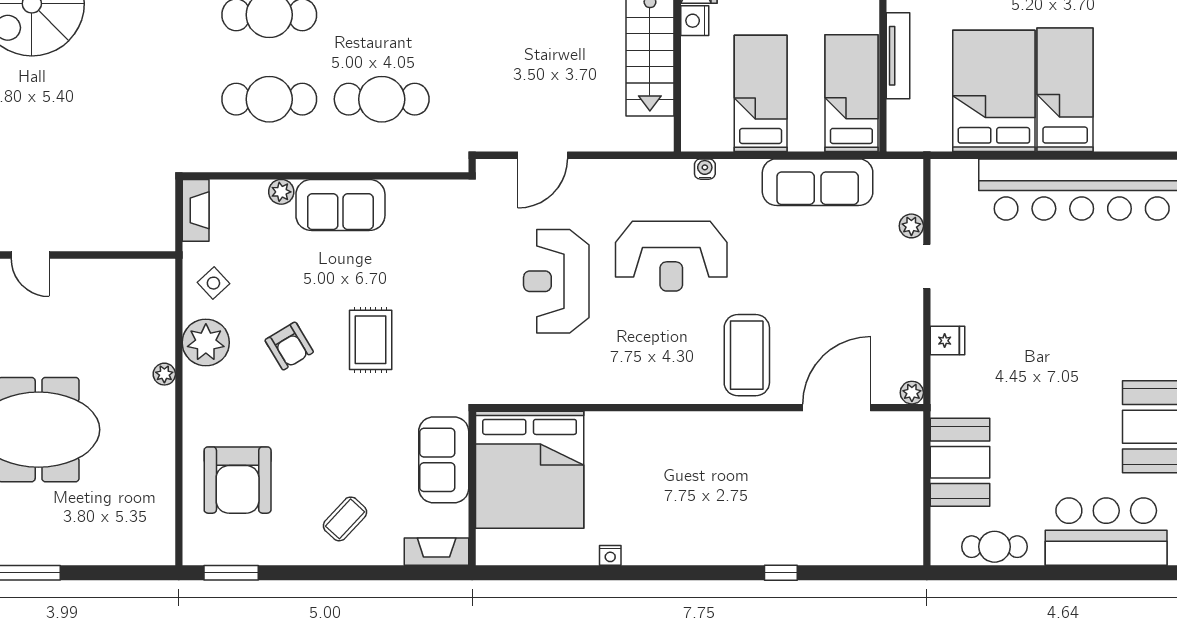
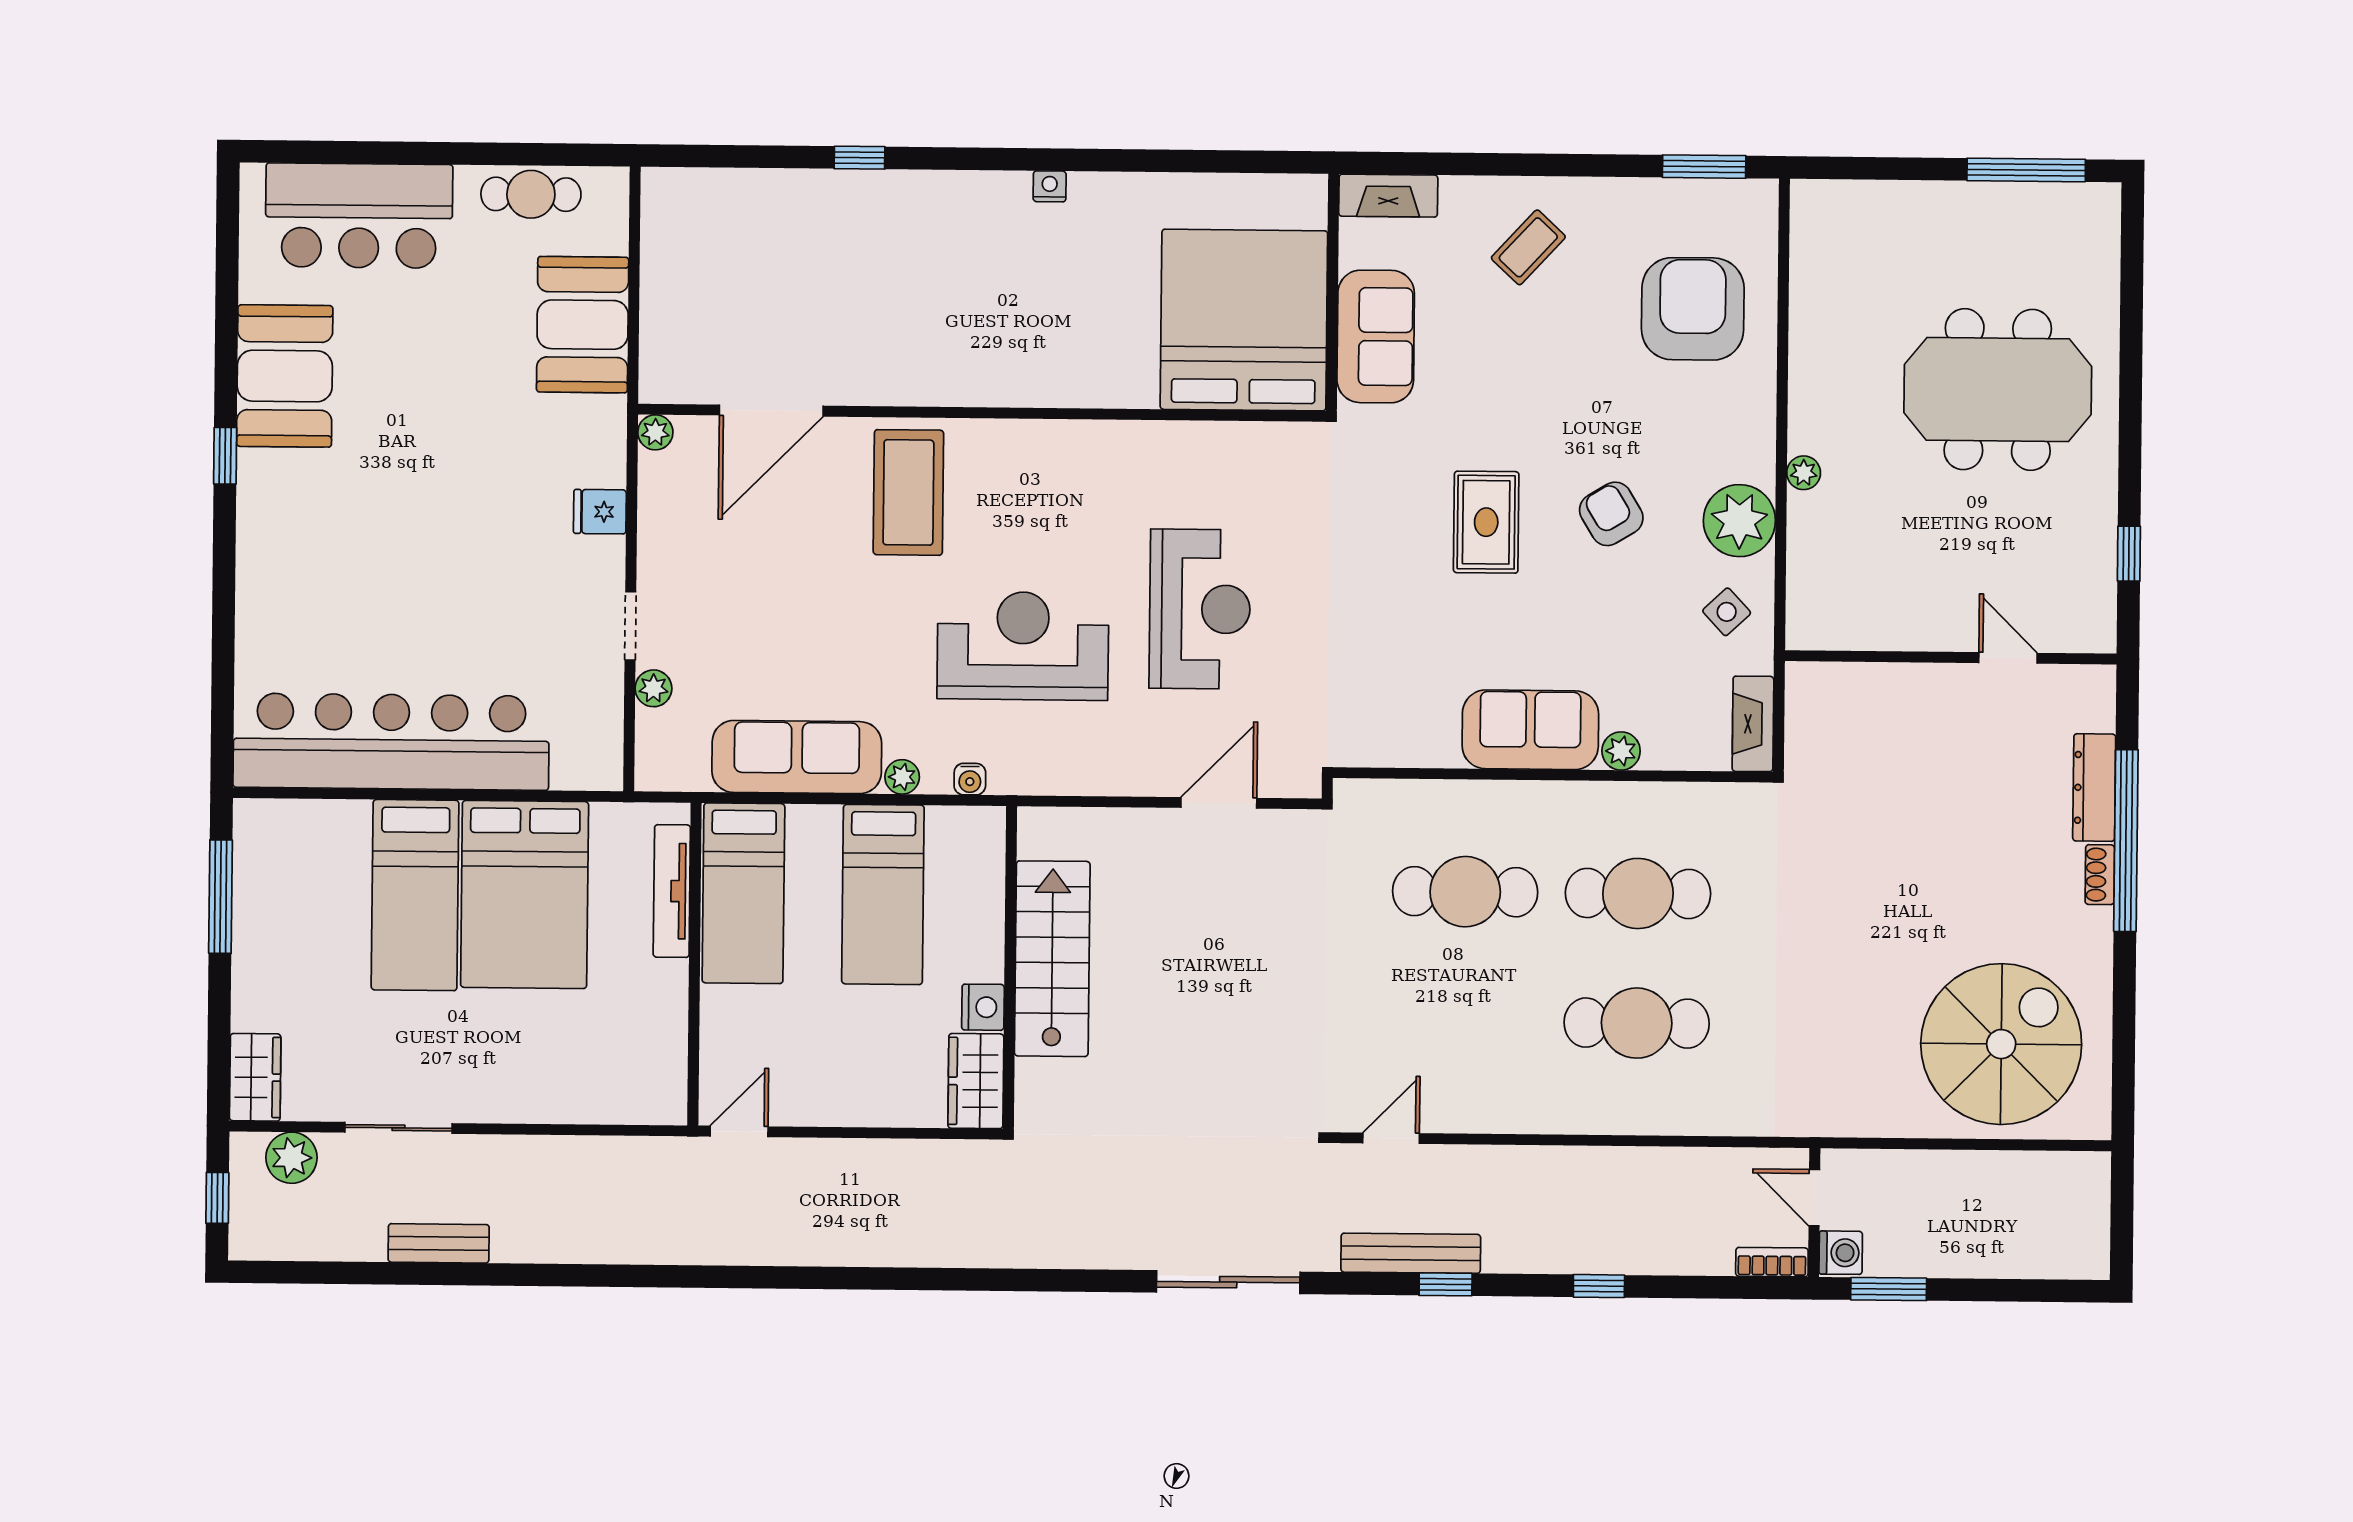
tv unit: (898, 56) -> (672, 891), moved
plant: (749, 170) -> (902, 777), added
nightstand: (610, 555) -> (1050, 186), moved

